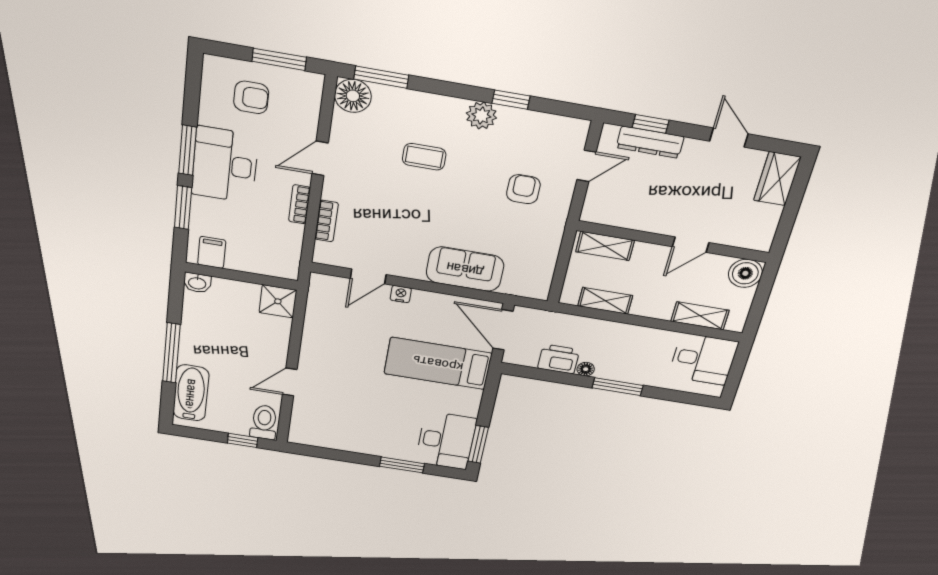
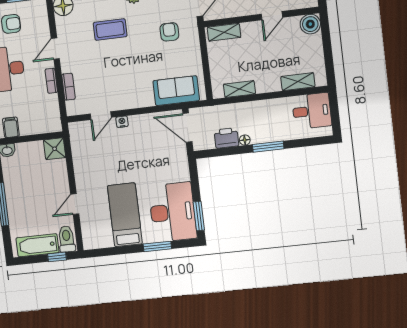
coffee table: (424, 157) -> (110, 29), width x1.36, depth x1.30
wall: (673, 242) -> (261, 17), moved
door: (691, 245) -> (272, 16), moved
shelving: (605, 246) -> (224, 32), moved
sofa: (465, 269) -> (176, 91), moved
boiler: (745, 273) -> (310, 24), moved
bed: (438, 363) -> (125, 215), moved, turned 90
bathtub: (191, 393) -> (38, 245), moved, turned -90
desk: (446, 441) -> (173, 212), width x1.36, depth x1.30

